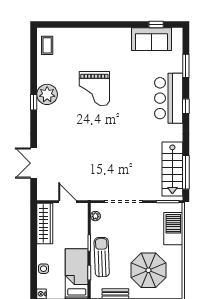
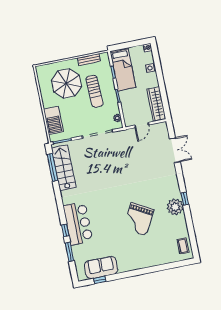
grand piano: (94, 89) -> (138, 219), turned -151
window: (186, 106) -> (65, 230), moved
door: (67, 202) -> (142, 125), hinge flipped
sun lounger: (102, 257) -> (95, 91), moved

